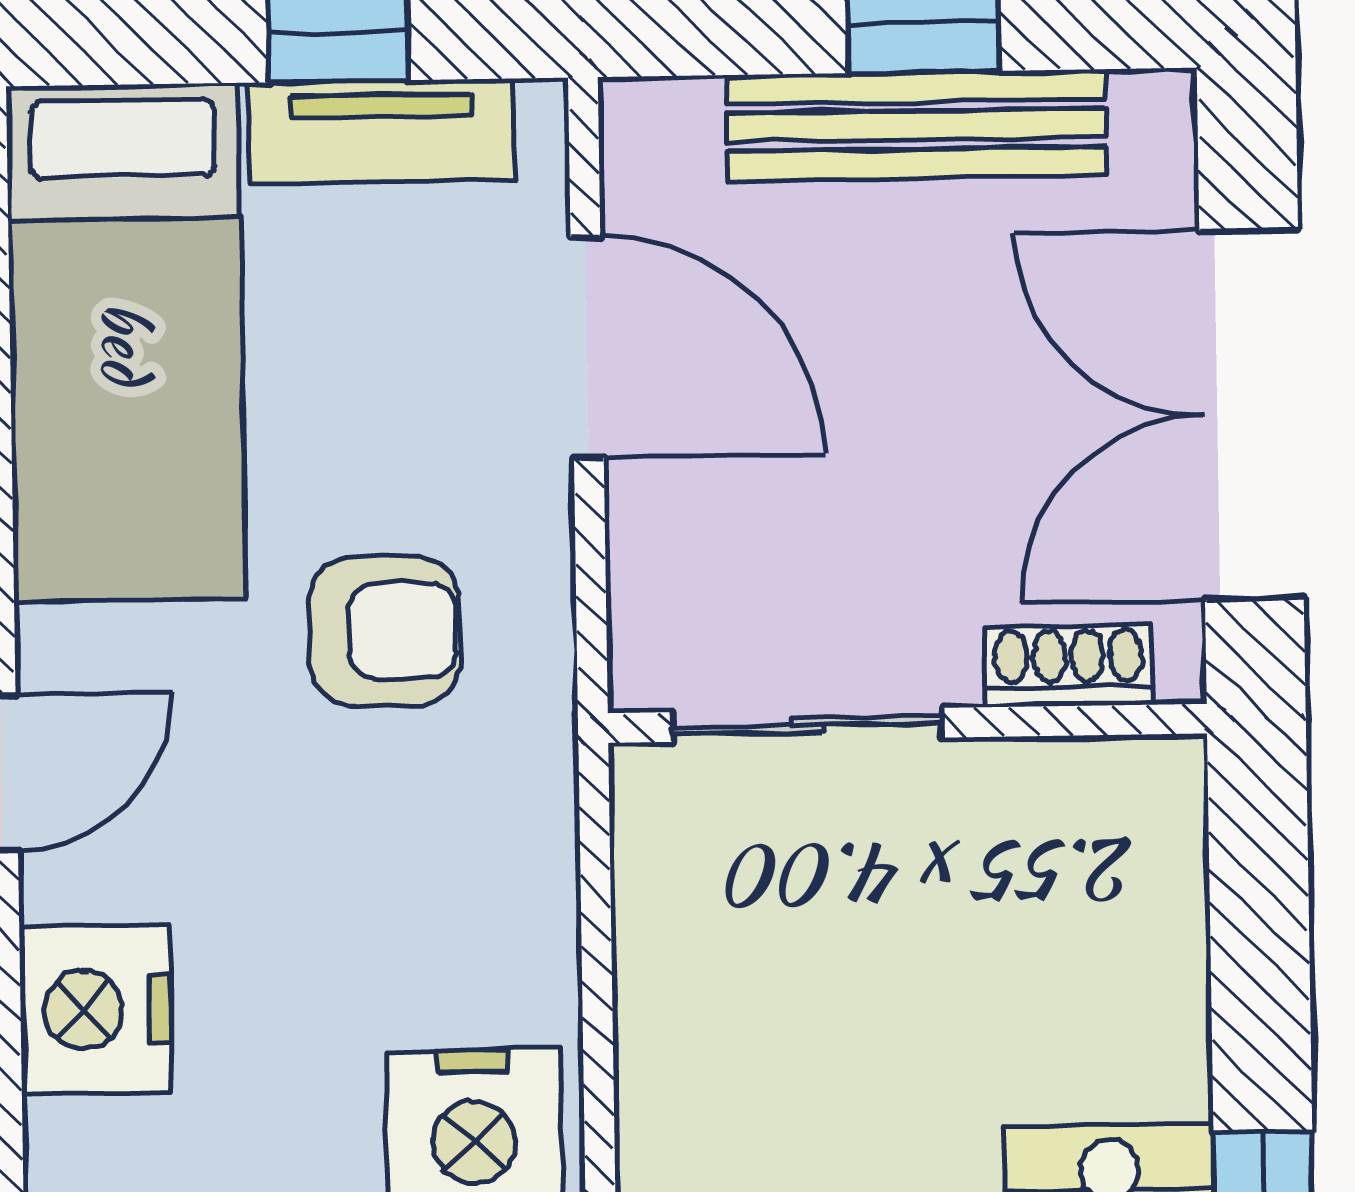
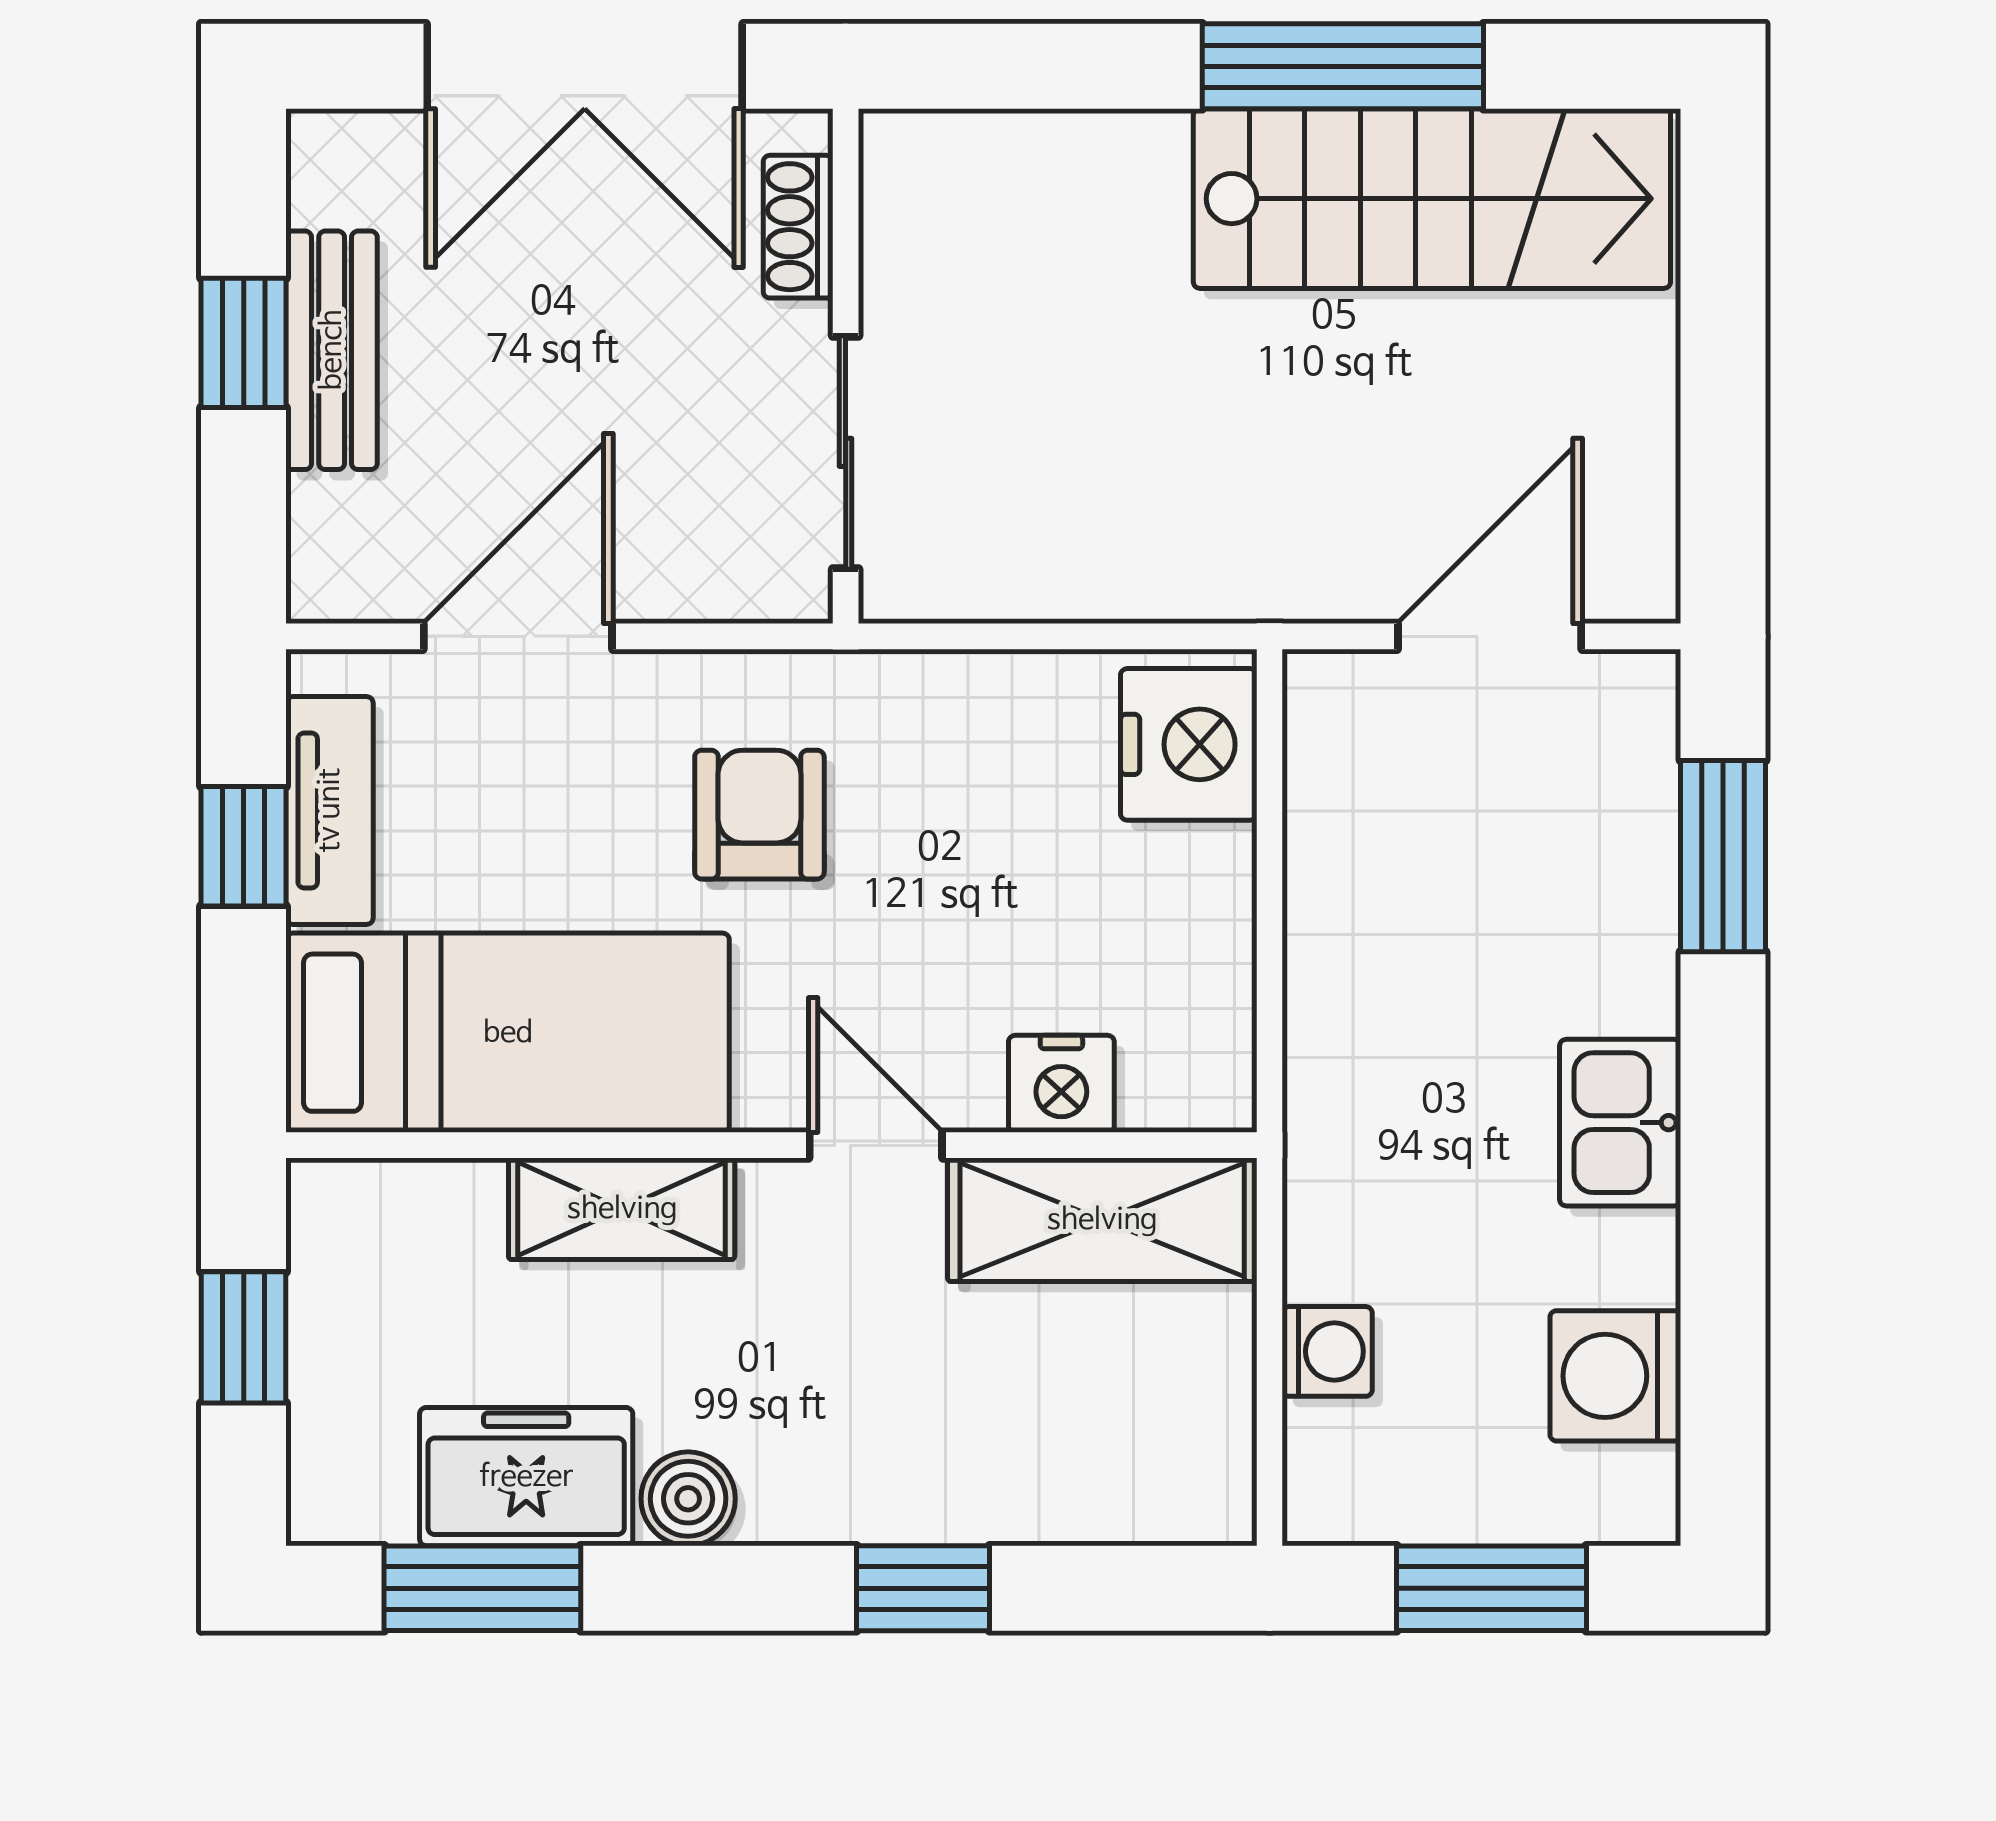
bench: (917, 125) -> (332, 350), width x0.73
nightstand: (95, 1009) -> (1061, 1084), width x0.74, depth x0.75

